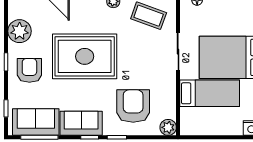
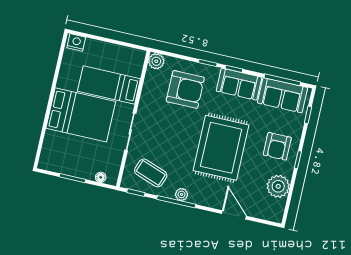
rug: (85, 56) -> (221, 148), turned 90
armchair: (133, 106) -> (185, 89), turned -90

